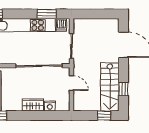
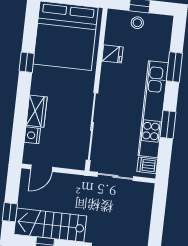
window: (47, 14) -> (168, 125), moved
door: (72, 83) -> (42, 168), moved

